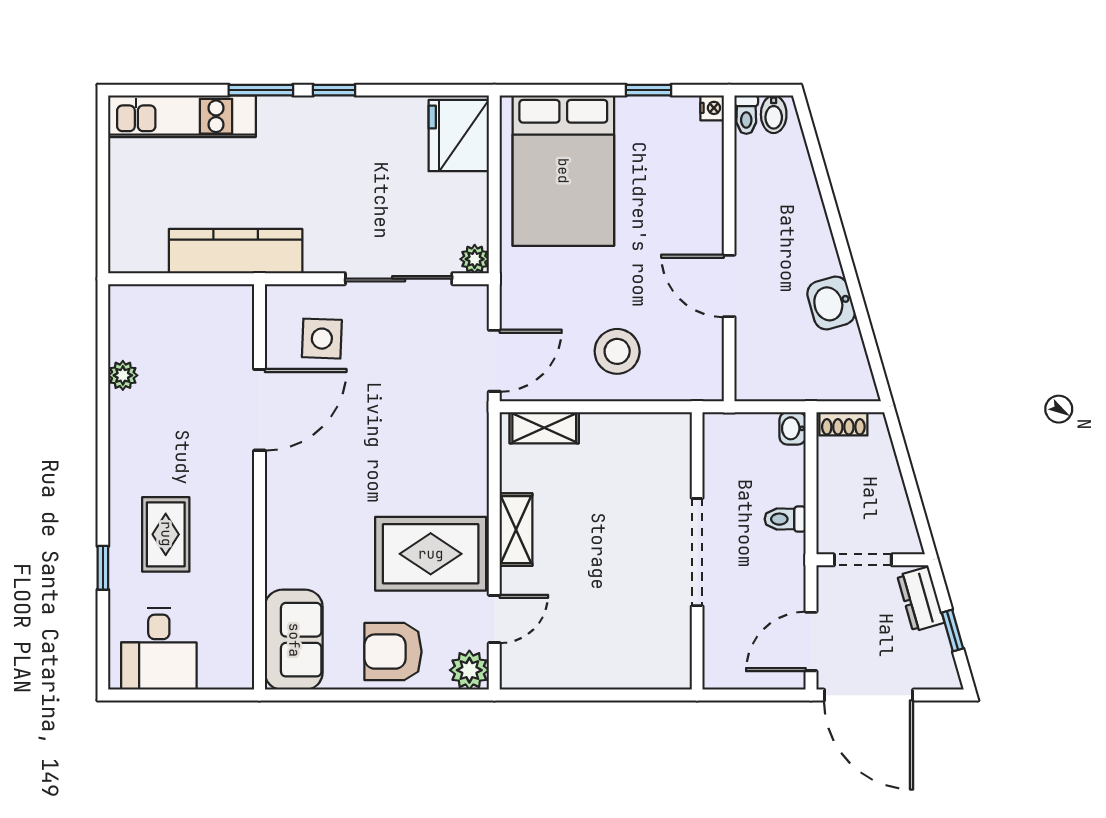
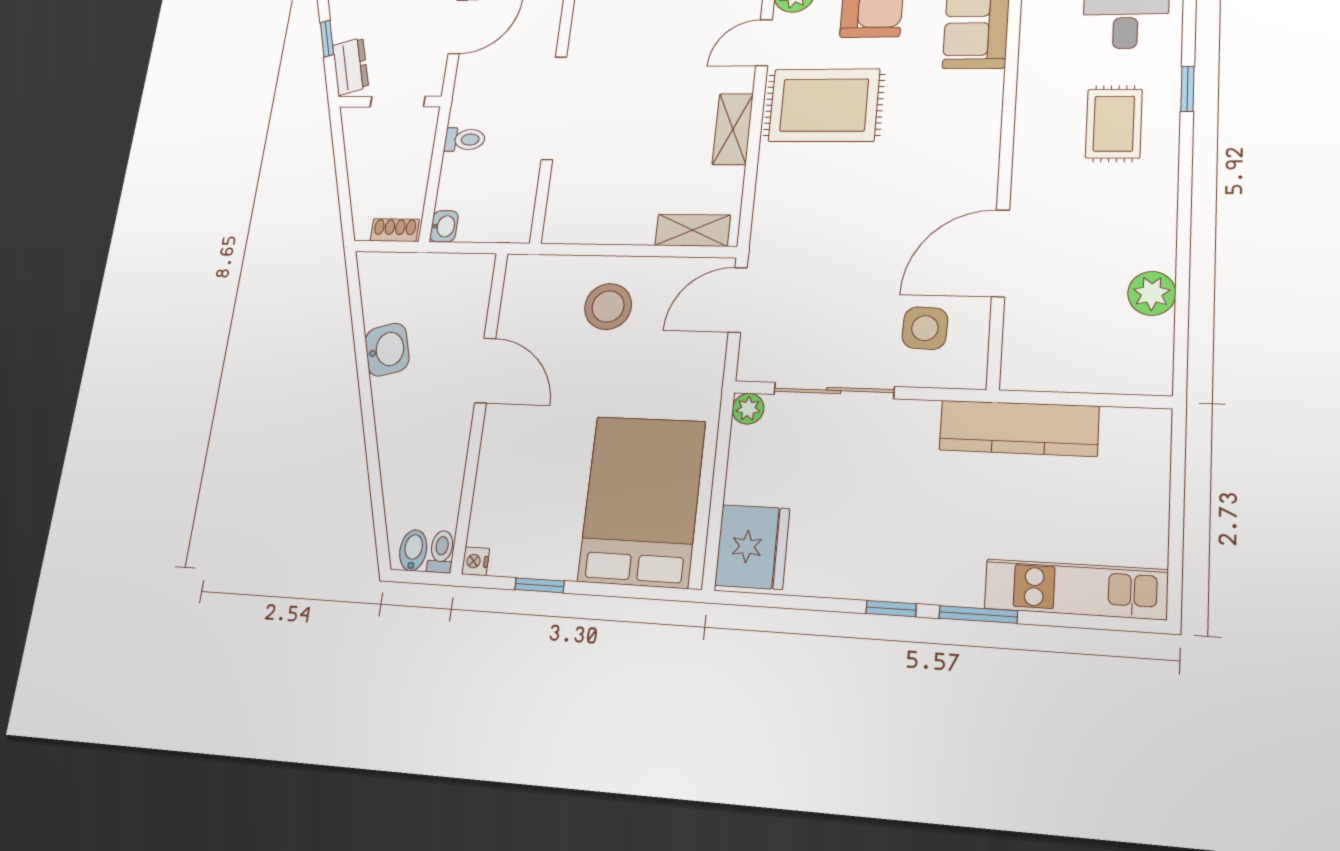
plant: (123, 375) -> (1152, 293), width x1.38, depth x1.38

